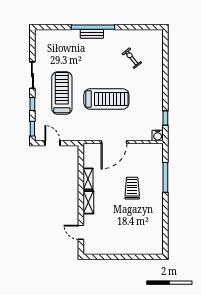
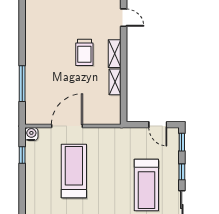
treadmill: (106, 99) -> (74, 171), moved, turned 90
door: (114, 142) -> (67, 126), moved
trolley: (132, 188) -> (84, 52), moved

